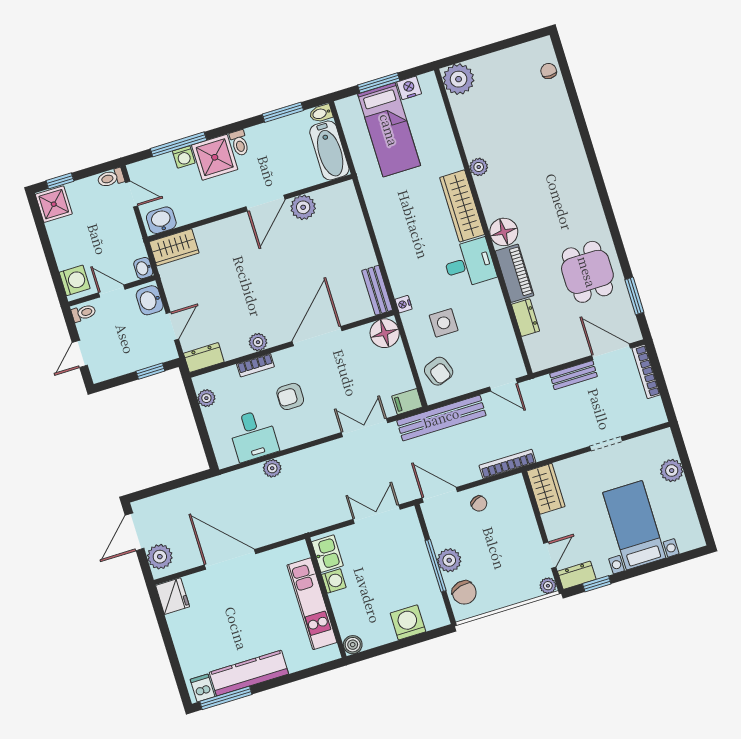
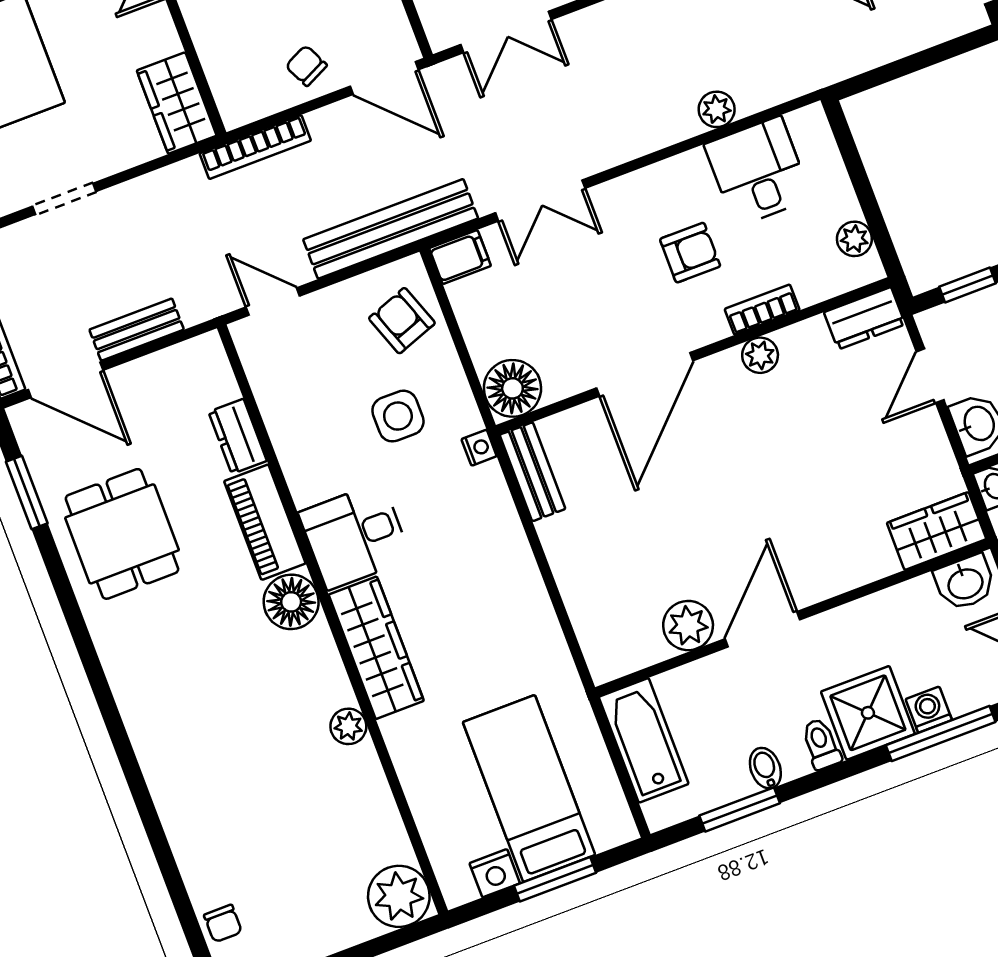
bidet: (321, 113) -> (765, 768), moved, turned -90

